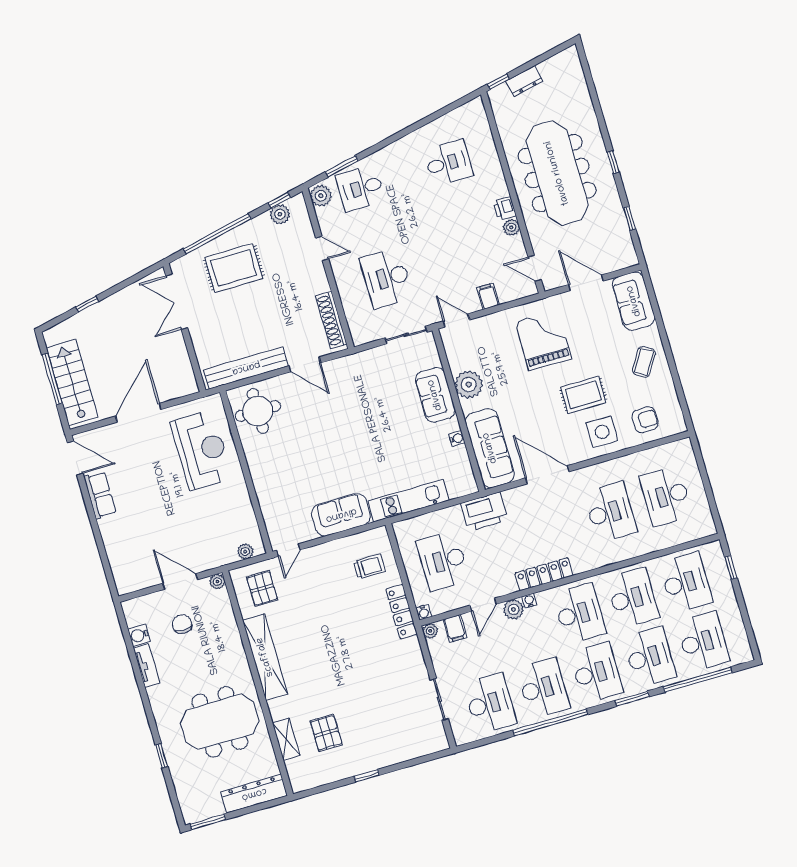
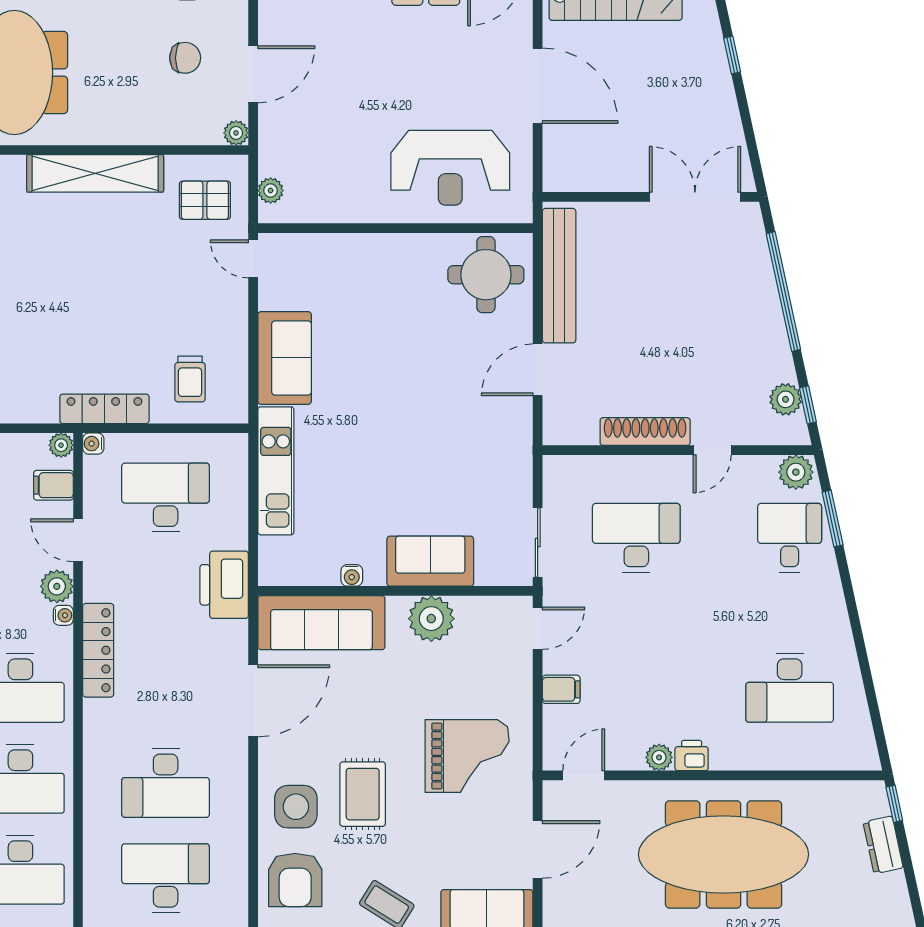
desk: (448, 163) -> (790, 688), width x1.37
rug: (234, 268) -> (722, 302), removed
shoe rack: (331, 320) -> (645, 432), moved
armchair: (645, 420) -> (295, 880), width x1.38, depth x1.38

